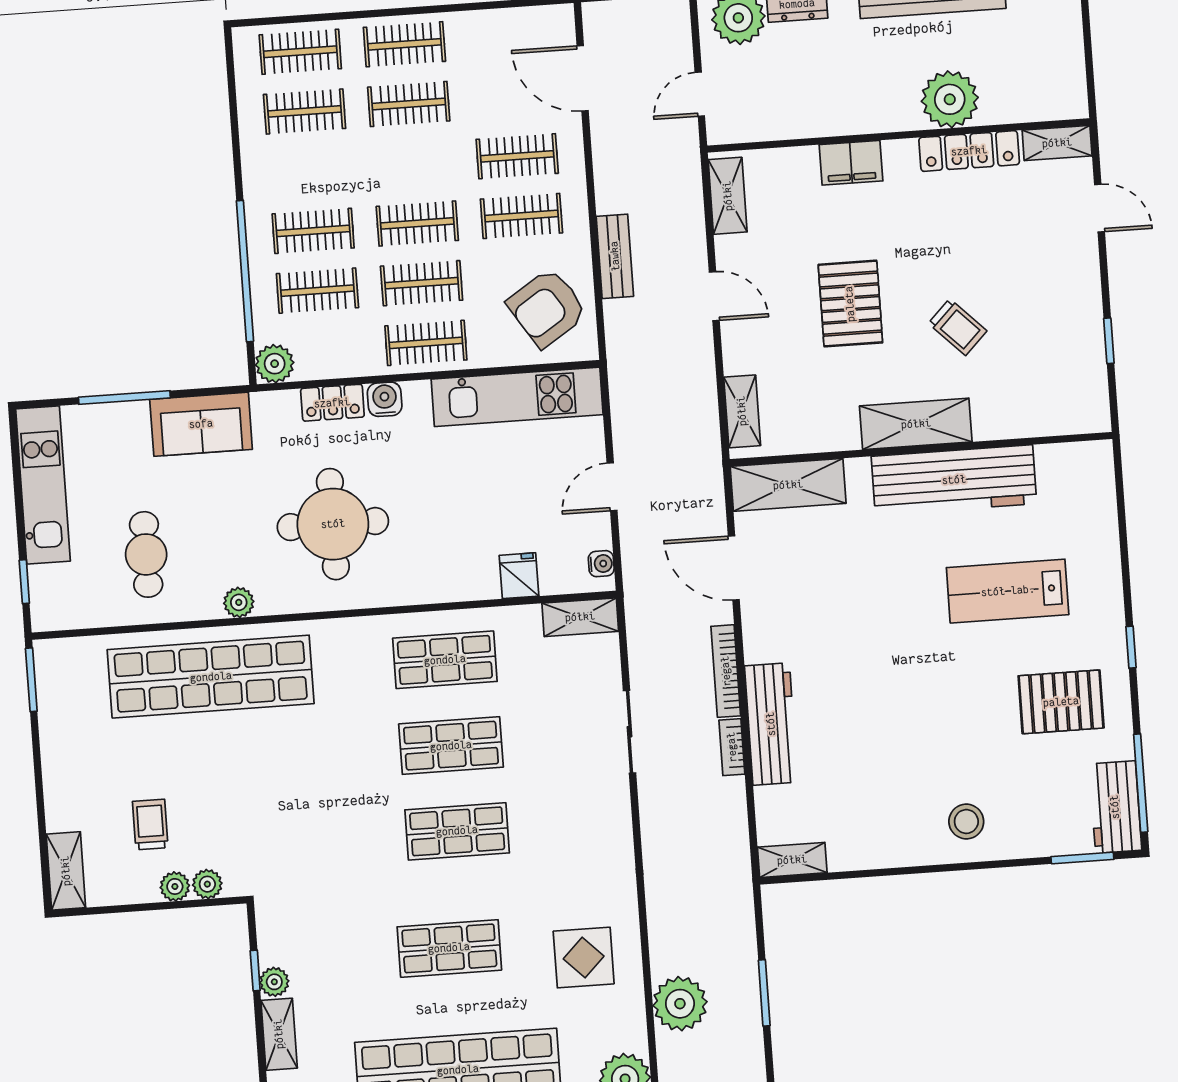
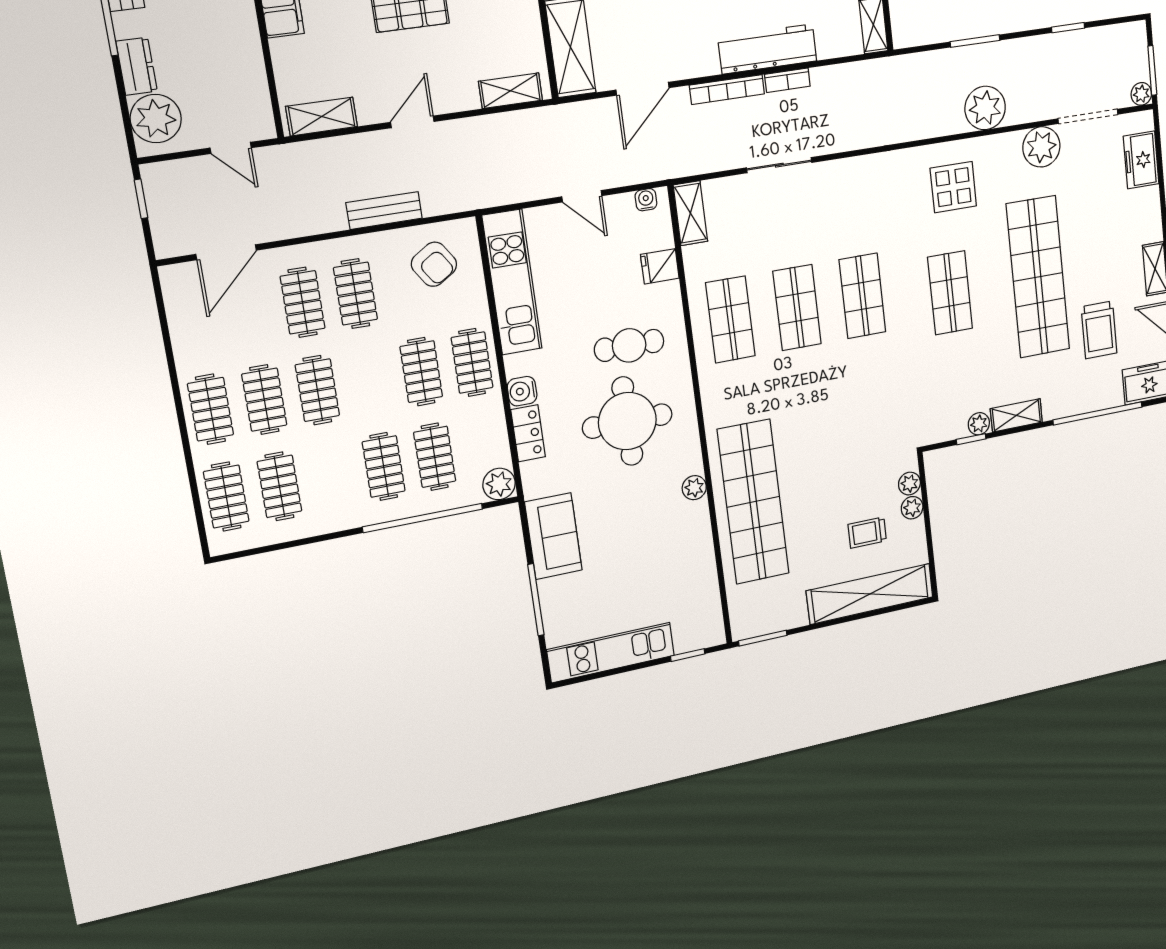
clothes rail: (417, 223) -> (317, 390), moved
armchair: (547, 308) -> (434, 264), width x0.72, depth x0.72
cafe table: (146, 554) -> (629, 345), moved
shelving: (66, 871) -> (870, 594), width x2.20, depth x1.33

